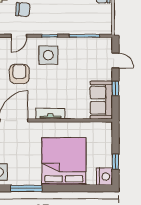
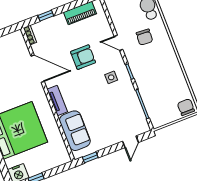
side table: (48, 55) -> (111, 77), width x0.54, depth x0.54
window: (115, 88) -> (90, 157), moved
sofa: (101, 100) -> (75, 131), moved, turned 90

